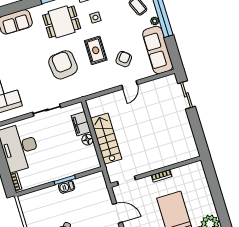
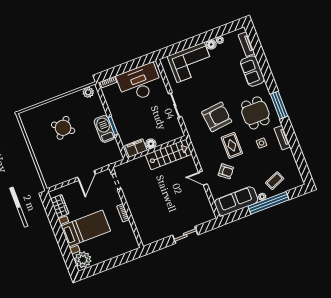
rug: (96, 50) -> (232, 145), turned 90
sliding door: (186, 95) -> (185, 235), moved
filing cabinet: (81, 124) -> (136, 148), moved
stairs: (106, 139) -> (169, 154), moved
barbecue: (67, 187) -> (105, 129), width x1.88, depth x1.53
plant: (26, 205) -> (88, 92), added

